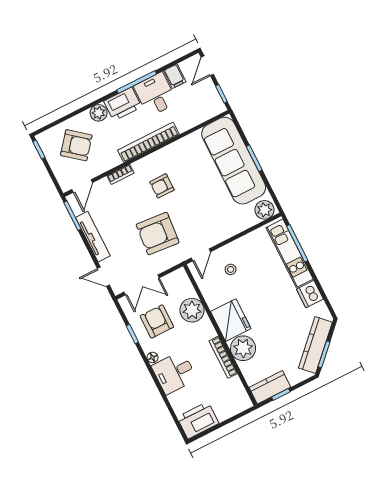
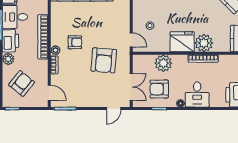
plant: (140, 167) -> (56, 50), added
armchair: (162, 186) -> (75, 42), turned -90
tv unit: (93, 237) -> (85, 102), removed

